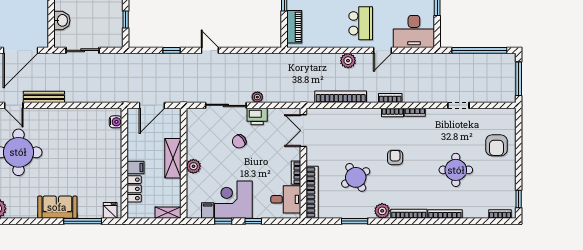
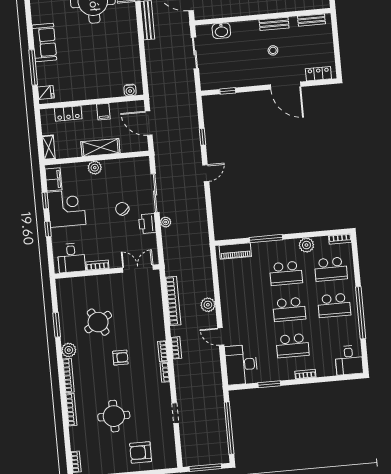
school desk: (361, 23) -> (244, 314), removed
filing cabinet: (136, 168) -> (103, 112), moved
bookcase: (312, 192) -> (80, 282), removed
filing cabinet: (208, 211) -> (54, 179), width x2.00

